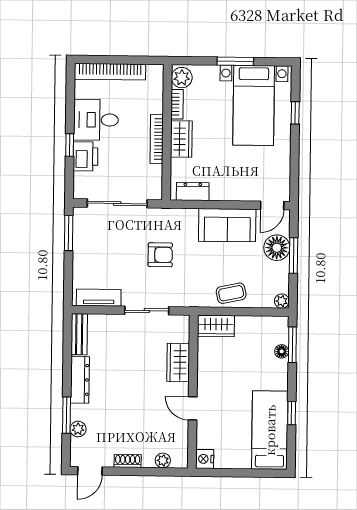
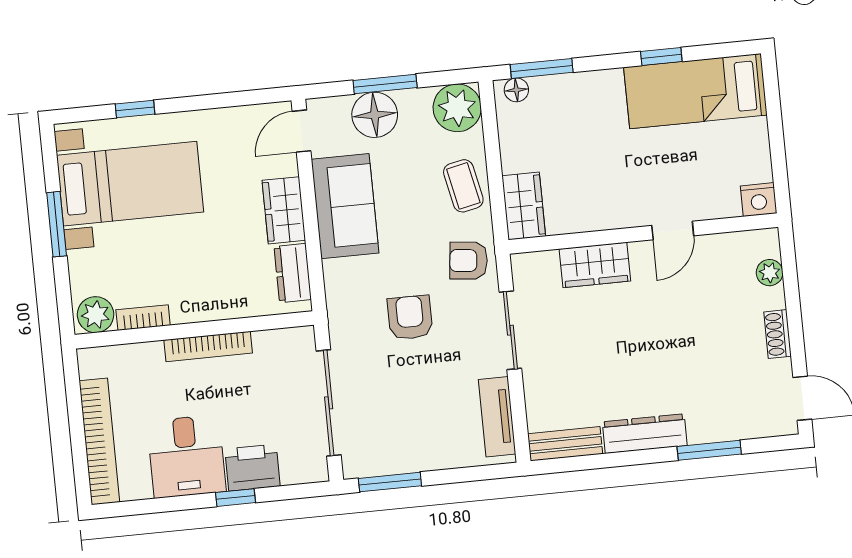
wardrobe: (181, 139) -> (284, 210), moved, turned -90
door: (272, 205) -> (301, 131), swing flipped
armchair: (189, 291) -> (469, 261), added
plant: (282, 301) -> (457, 108), width x1.87, depth x1.87
floor lamp: (282, 351) -> (516, 90), moved
plant: (78, 429) -> (731, 427), removed

